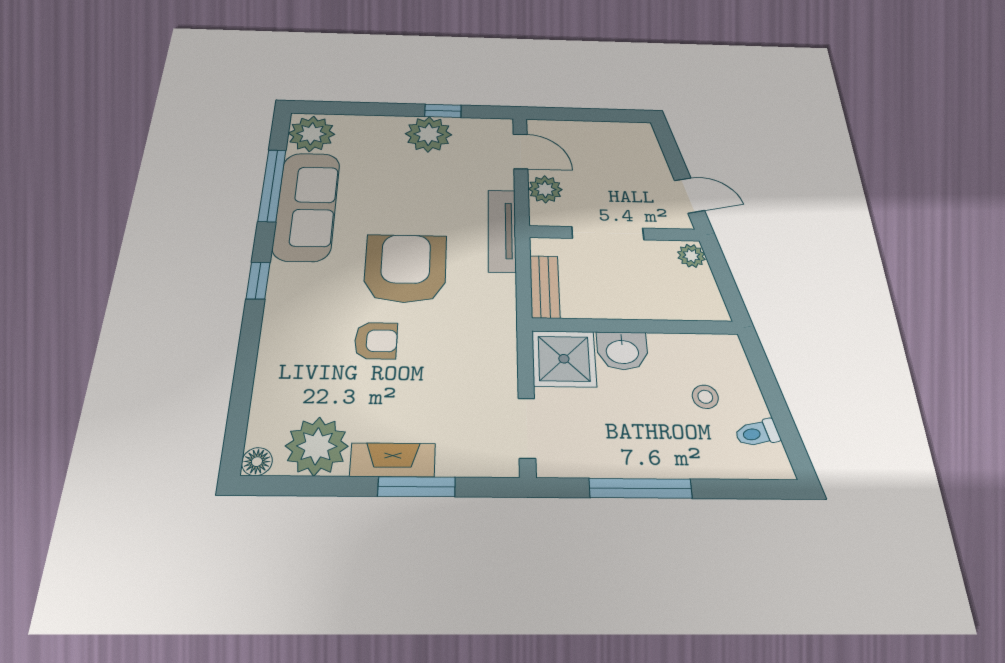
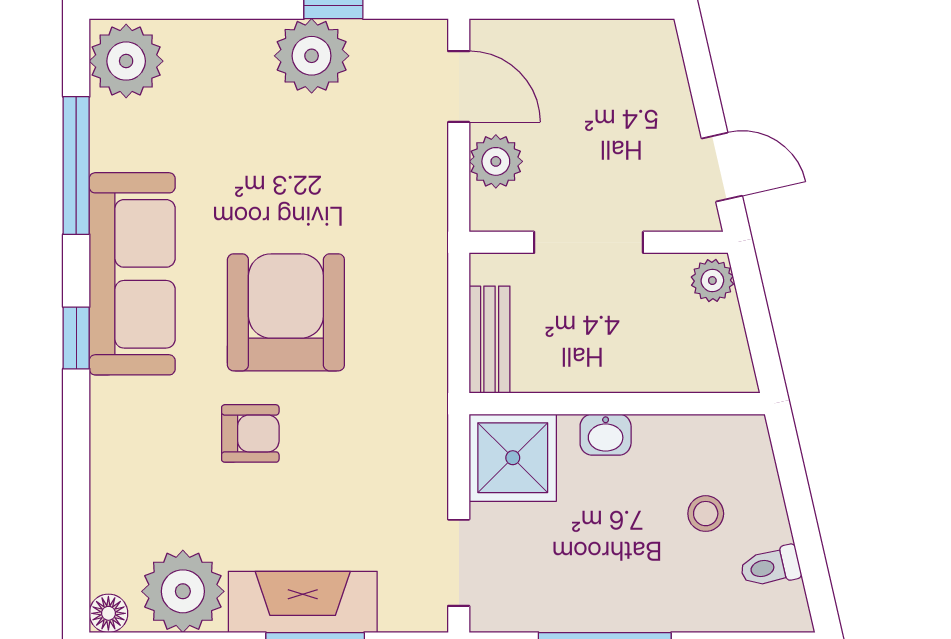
sofa: (307, 206) -> (132, 274), moved
tv unit: (502, 230) -> (428, 241), removed
washbasin: (622, 351) -> (606, 435), width x0.72, depth x0.69
fireplace: (393, 460) -> (303, 602), width x1.37, depth x1.32

